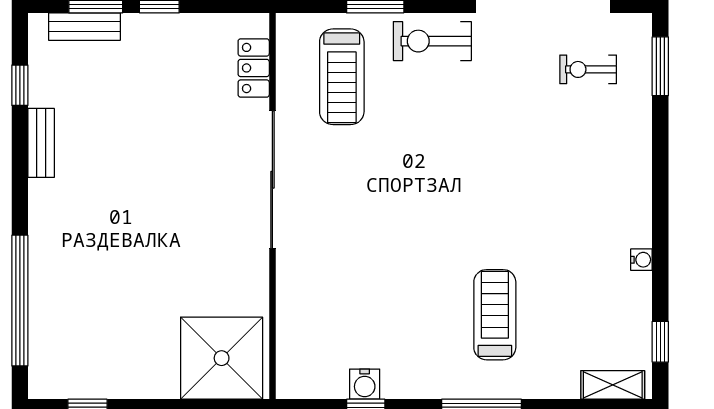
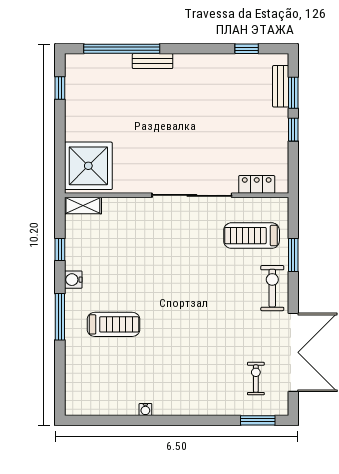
bench: (41, 143) -> (153, 61), moved
window: (660, 342) -> (98, 420), removed
water cooler: (365, 384) -> (73, 280), moved
shelving: (613, 385) -> (83, 206), moved, turned 90

